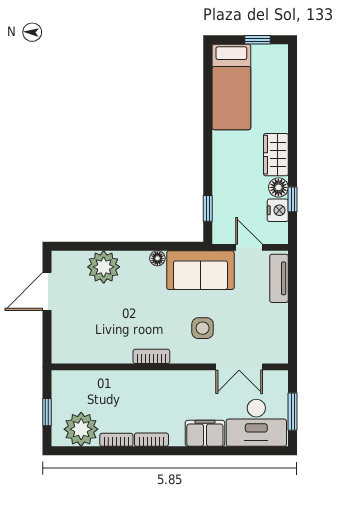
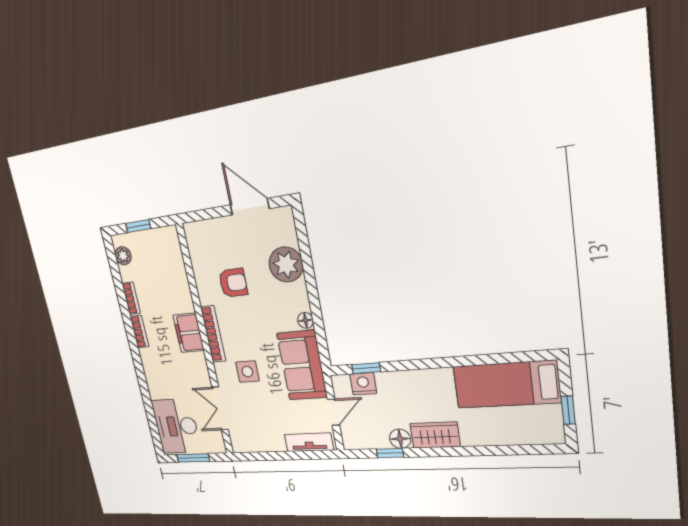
nightstand: (278, 210) -> (363, 384), moved, turned 180
armchair: (114, 324) -> (233, 283), added
bookcase: (151, 356) -> (213, 334), width x1.56
plant: (81, 429) -> (123, 256), width x0.53, depth x0.53
filing cabinet: (205, 433) -> (189, 333), moved, turned 180

